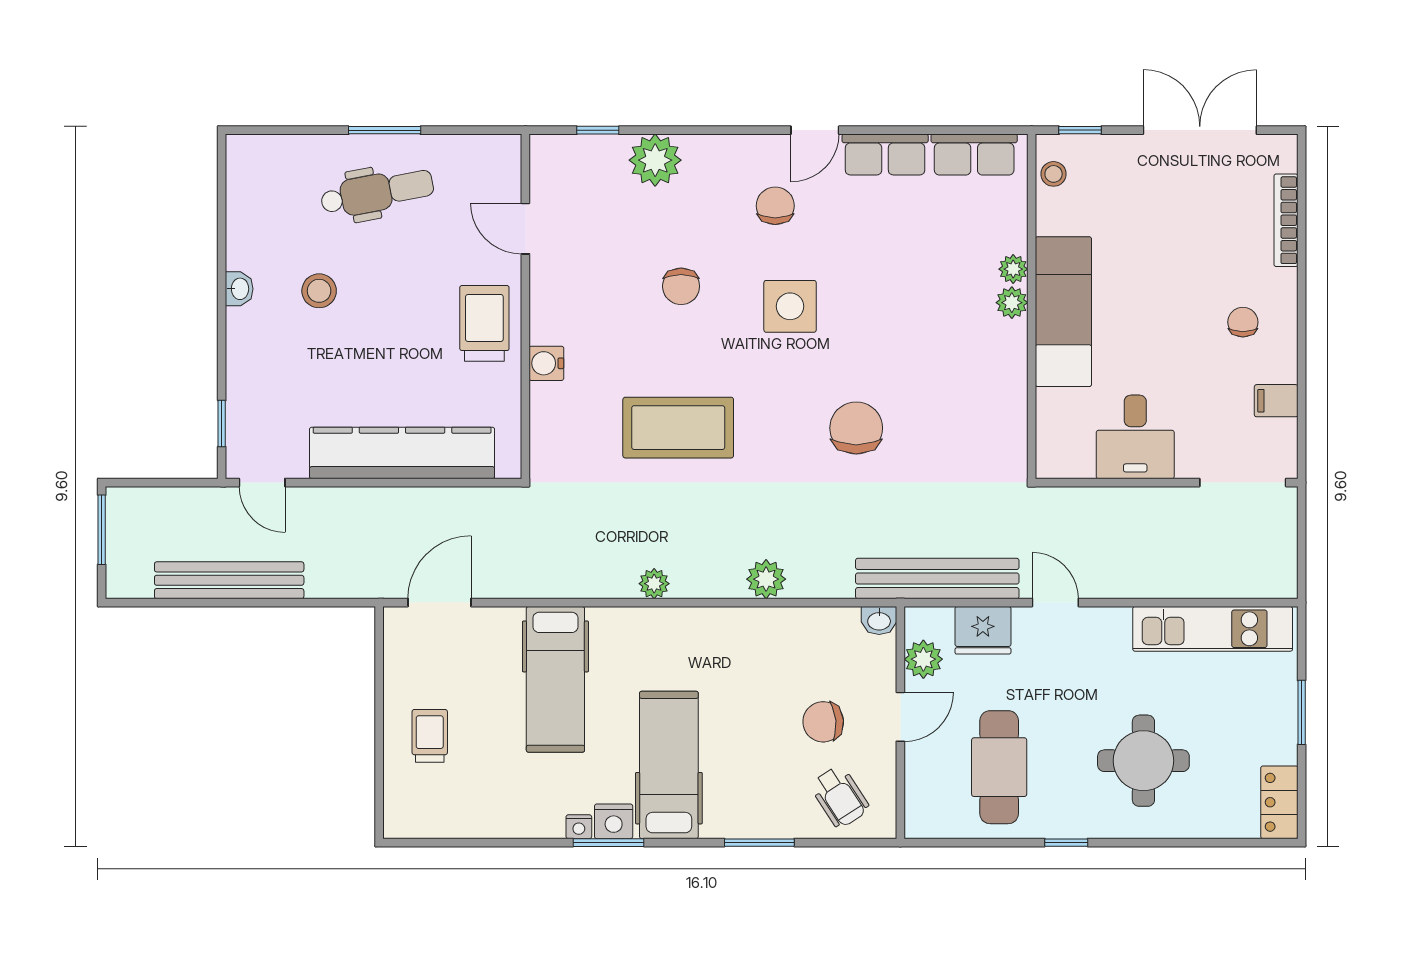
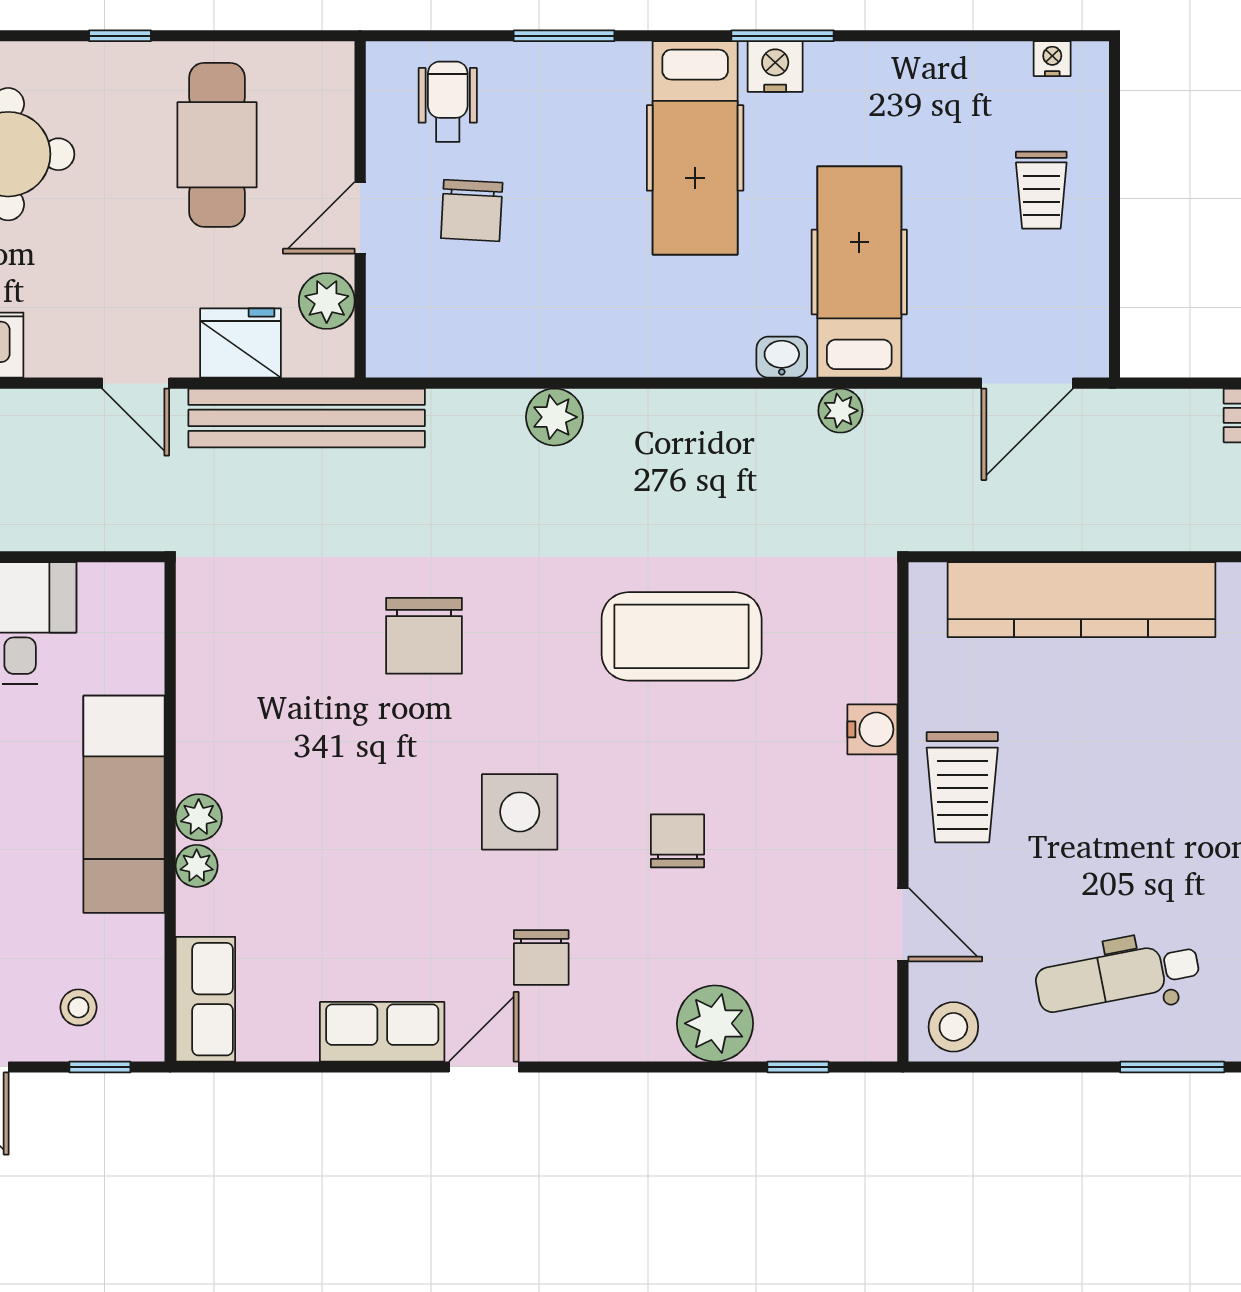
window: (385, 130) -> (1172, 1067), moved
row of seats: (974, 154) -> (205, 999), moved, turned 90
stool: (1054, 174) -> (78, 1007), moved
stool: (319, 291) -> (953, 1027), moved
plant: (654, 584) -> (840, 411), moved
washbasin: (879, 620) -> (782, 357), moved
chair: (823, 722) -> (472, 210), turned 98
wheelchair: (840, 797) -> (448, 102), turned 33
nightstand: (579, 827) -> (1052, 59), moved

